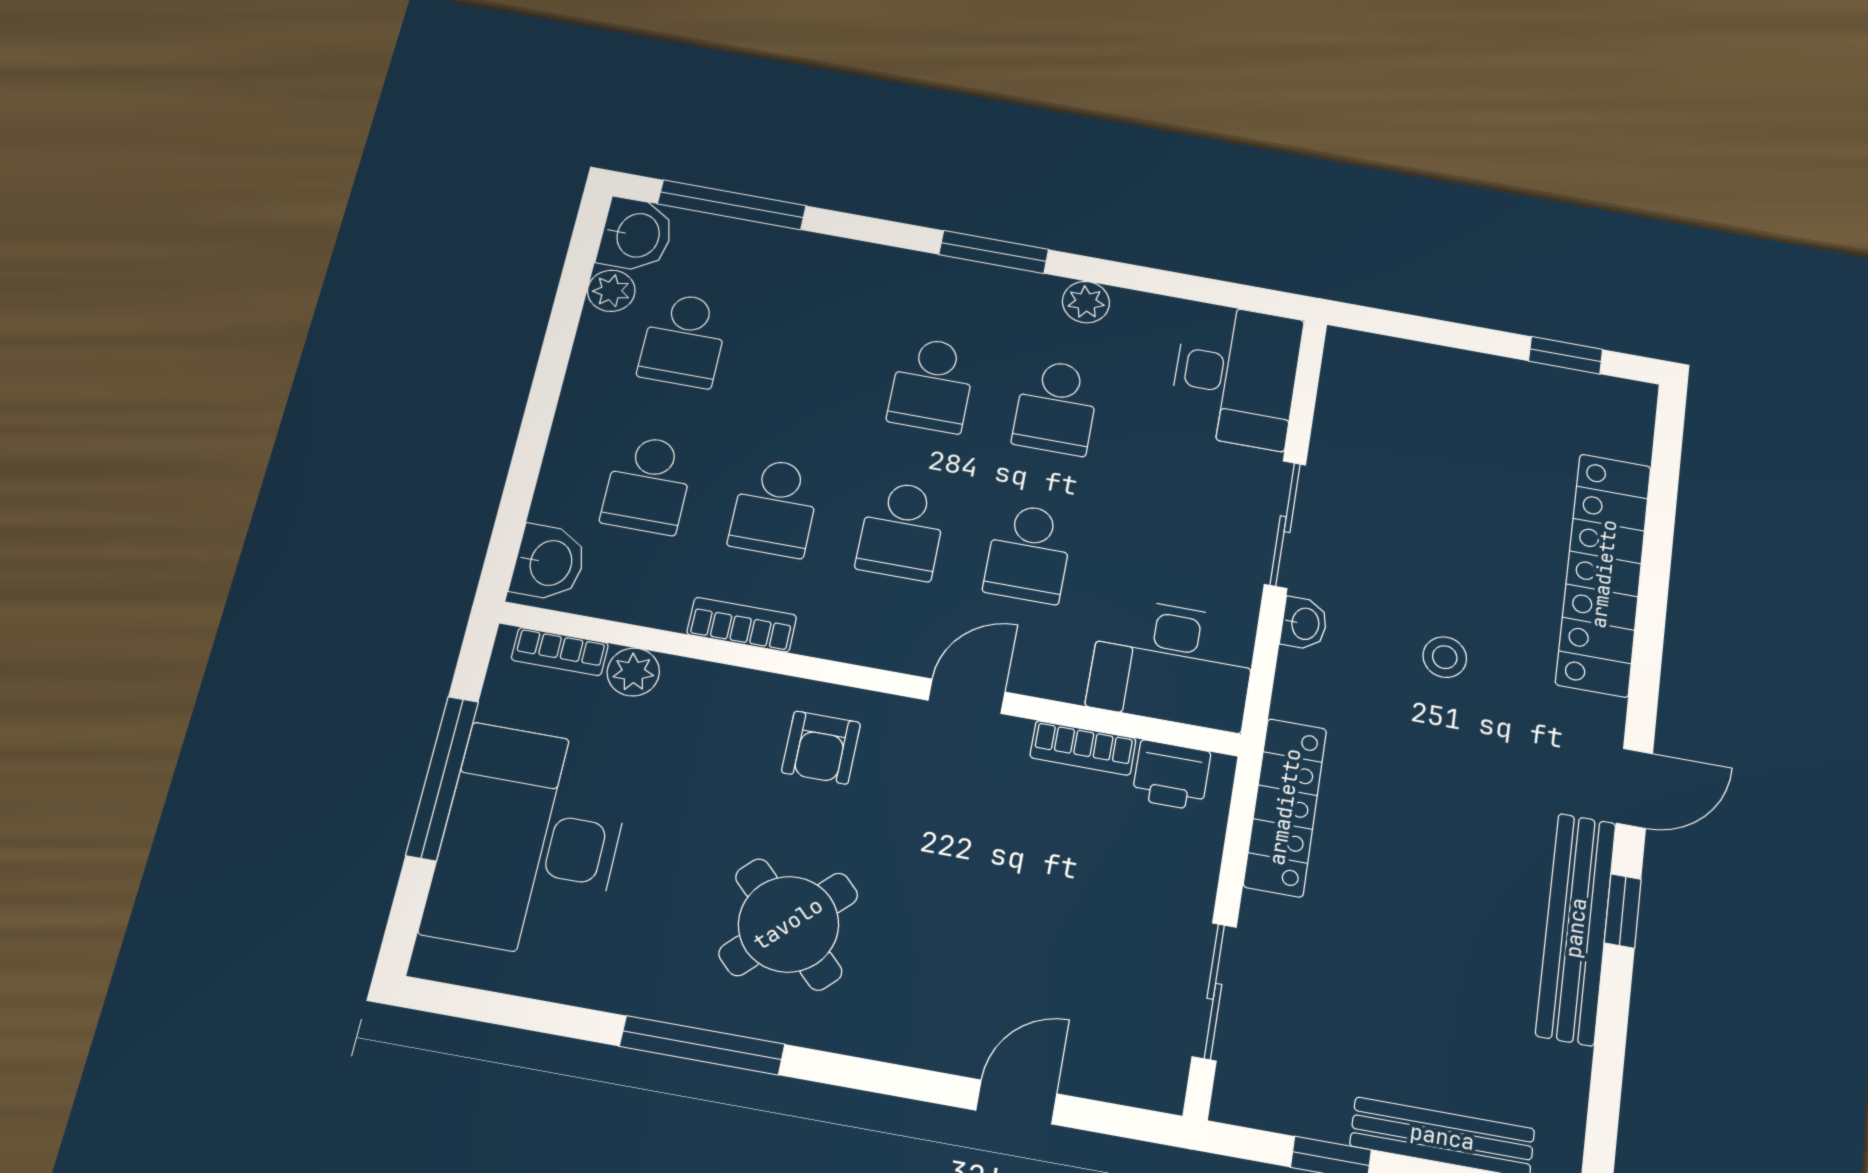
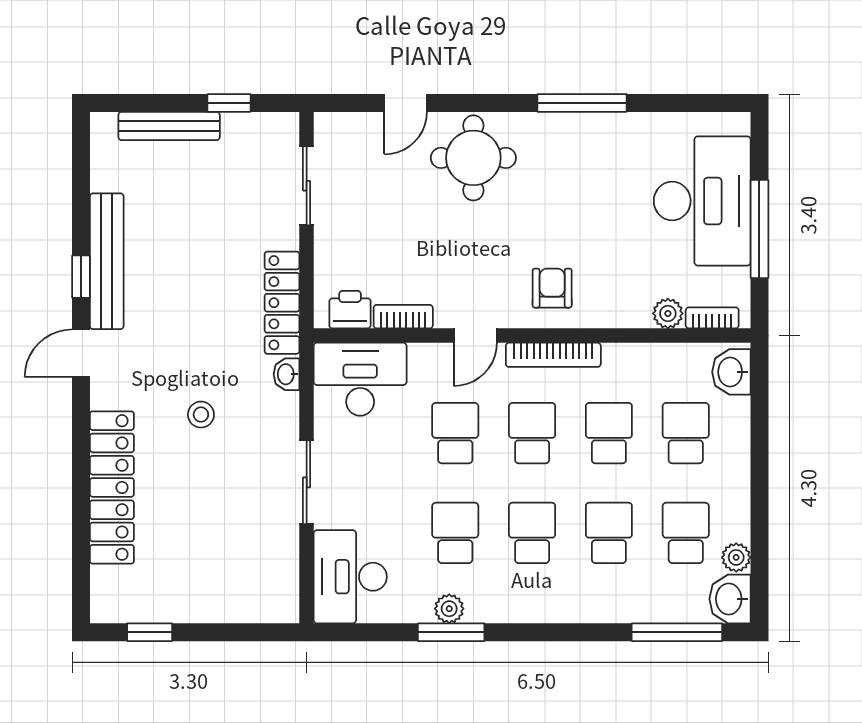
window: (994, 252) -> (451, 632), moved
school desk: (808, 362) -> (609, 533), added
washbasin: (1304, 624) -> (287, 374), moved
bookcase: (742, 625) -> (553, 355), moved, width x1.56
round table: (788, 924) -> (473, 158), moved, turned 45

